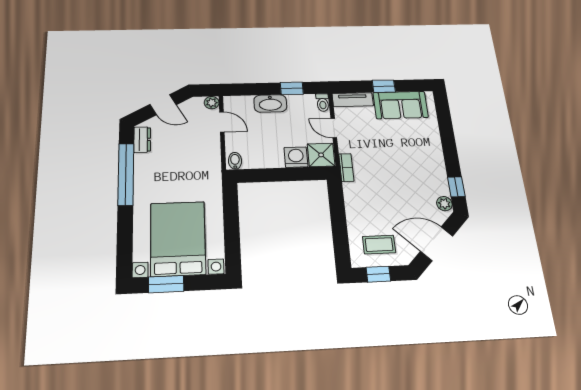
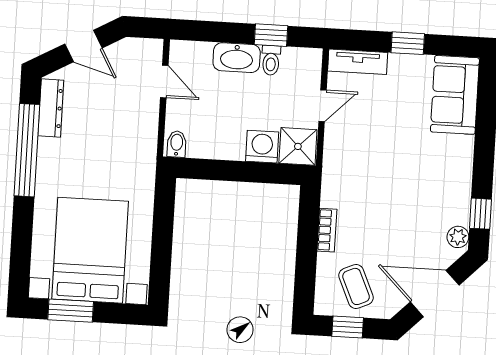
plant: (212, 103) -> (153, 49), removed
toilet: (323, 103) -> (271, 60), moved
sofa: (401, 105) -> (455, 95), moved, turned 90
door: (334, 128) -> (323, 106), swing flipped
dresser: (142, 140) -> (51, 108), width x1.44
bookcase: (346, 168) -> (327, 230), moved
coffee table: (379, 245) -> (356, 286), turned 66

